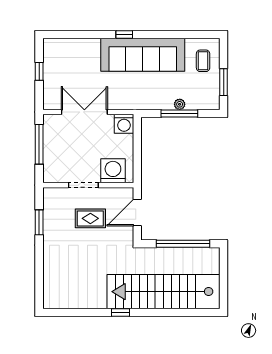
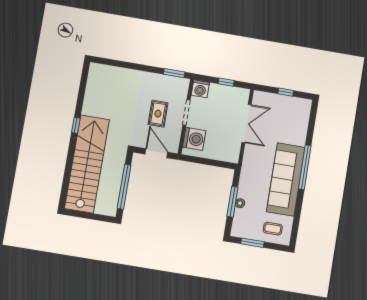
window: (124, 34) -> (305, 167), width x3.17
washing machine: (124, 124) -> (200, 89), moved, turned -90
window: (39, 144) -> (226, 82), width x0.46
window: (39, 222) -> (174, 73), moved

